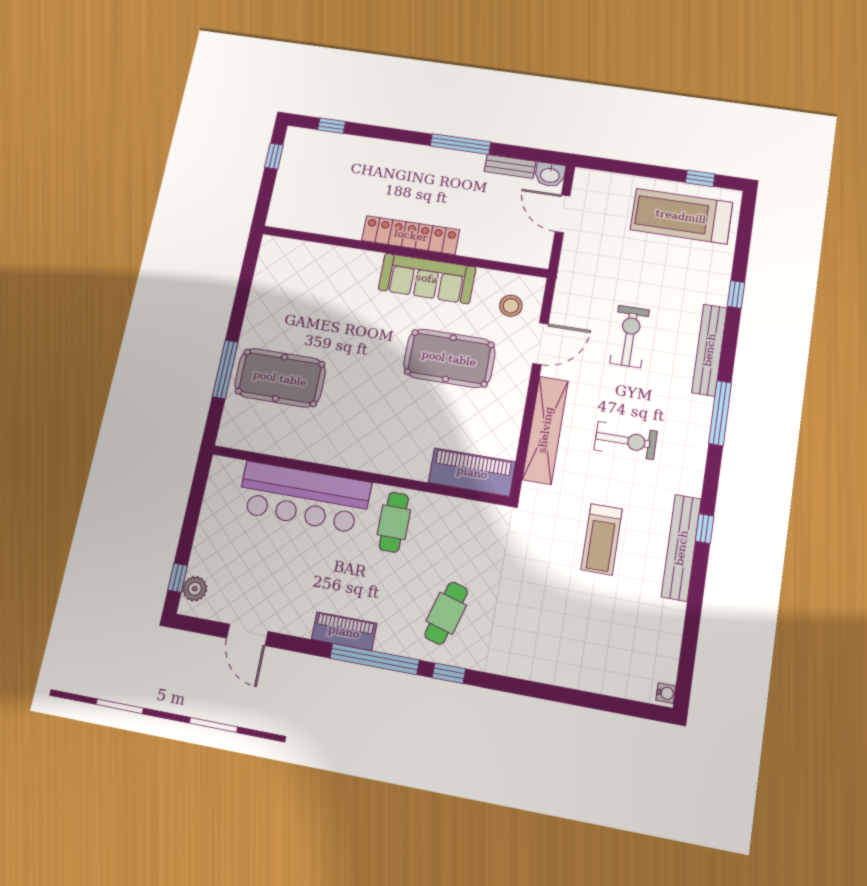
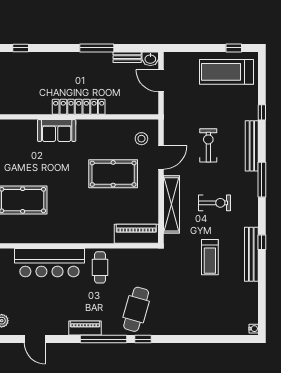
sofa: (427, 278) -> (57, 131), moved, width x0.73
cafe table: (446, 613) -> (136, 309), width x1.37, depth x1.35

